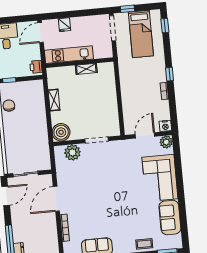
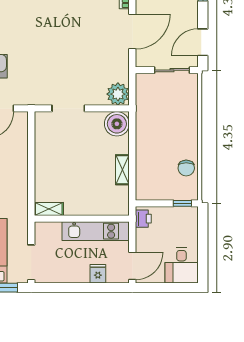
shelving: (86, 69) -> (49, 209), moved
plant: (72, 152) -> (118, 94), moved

